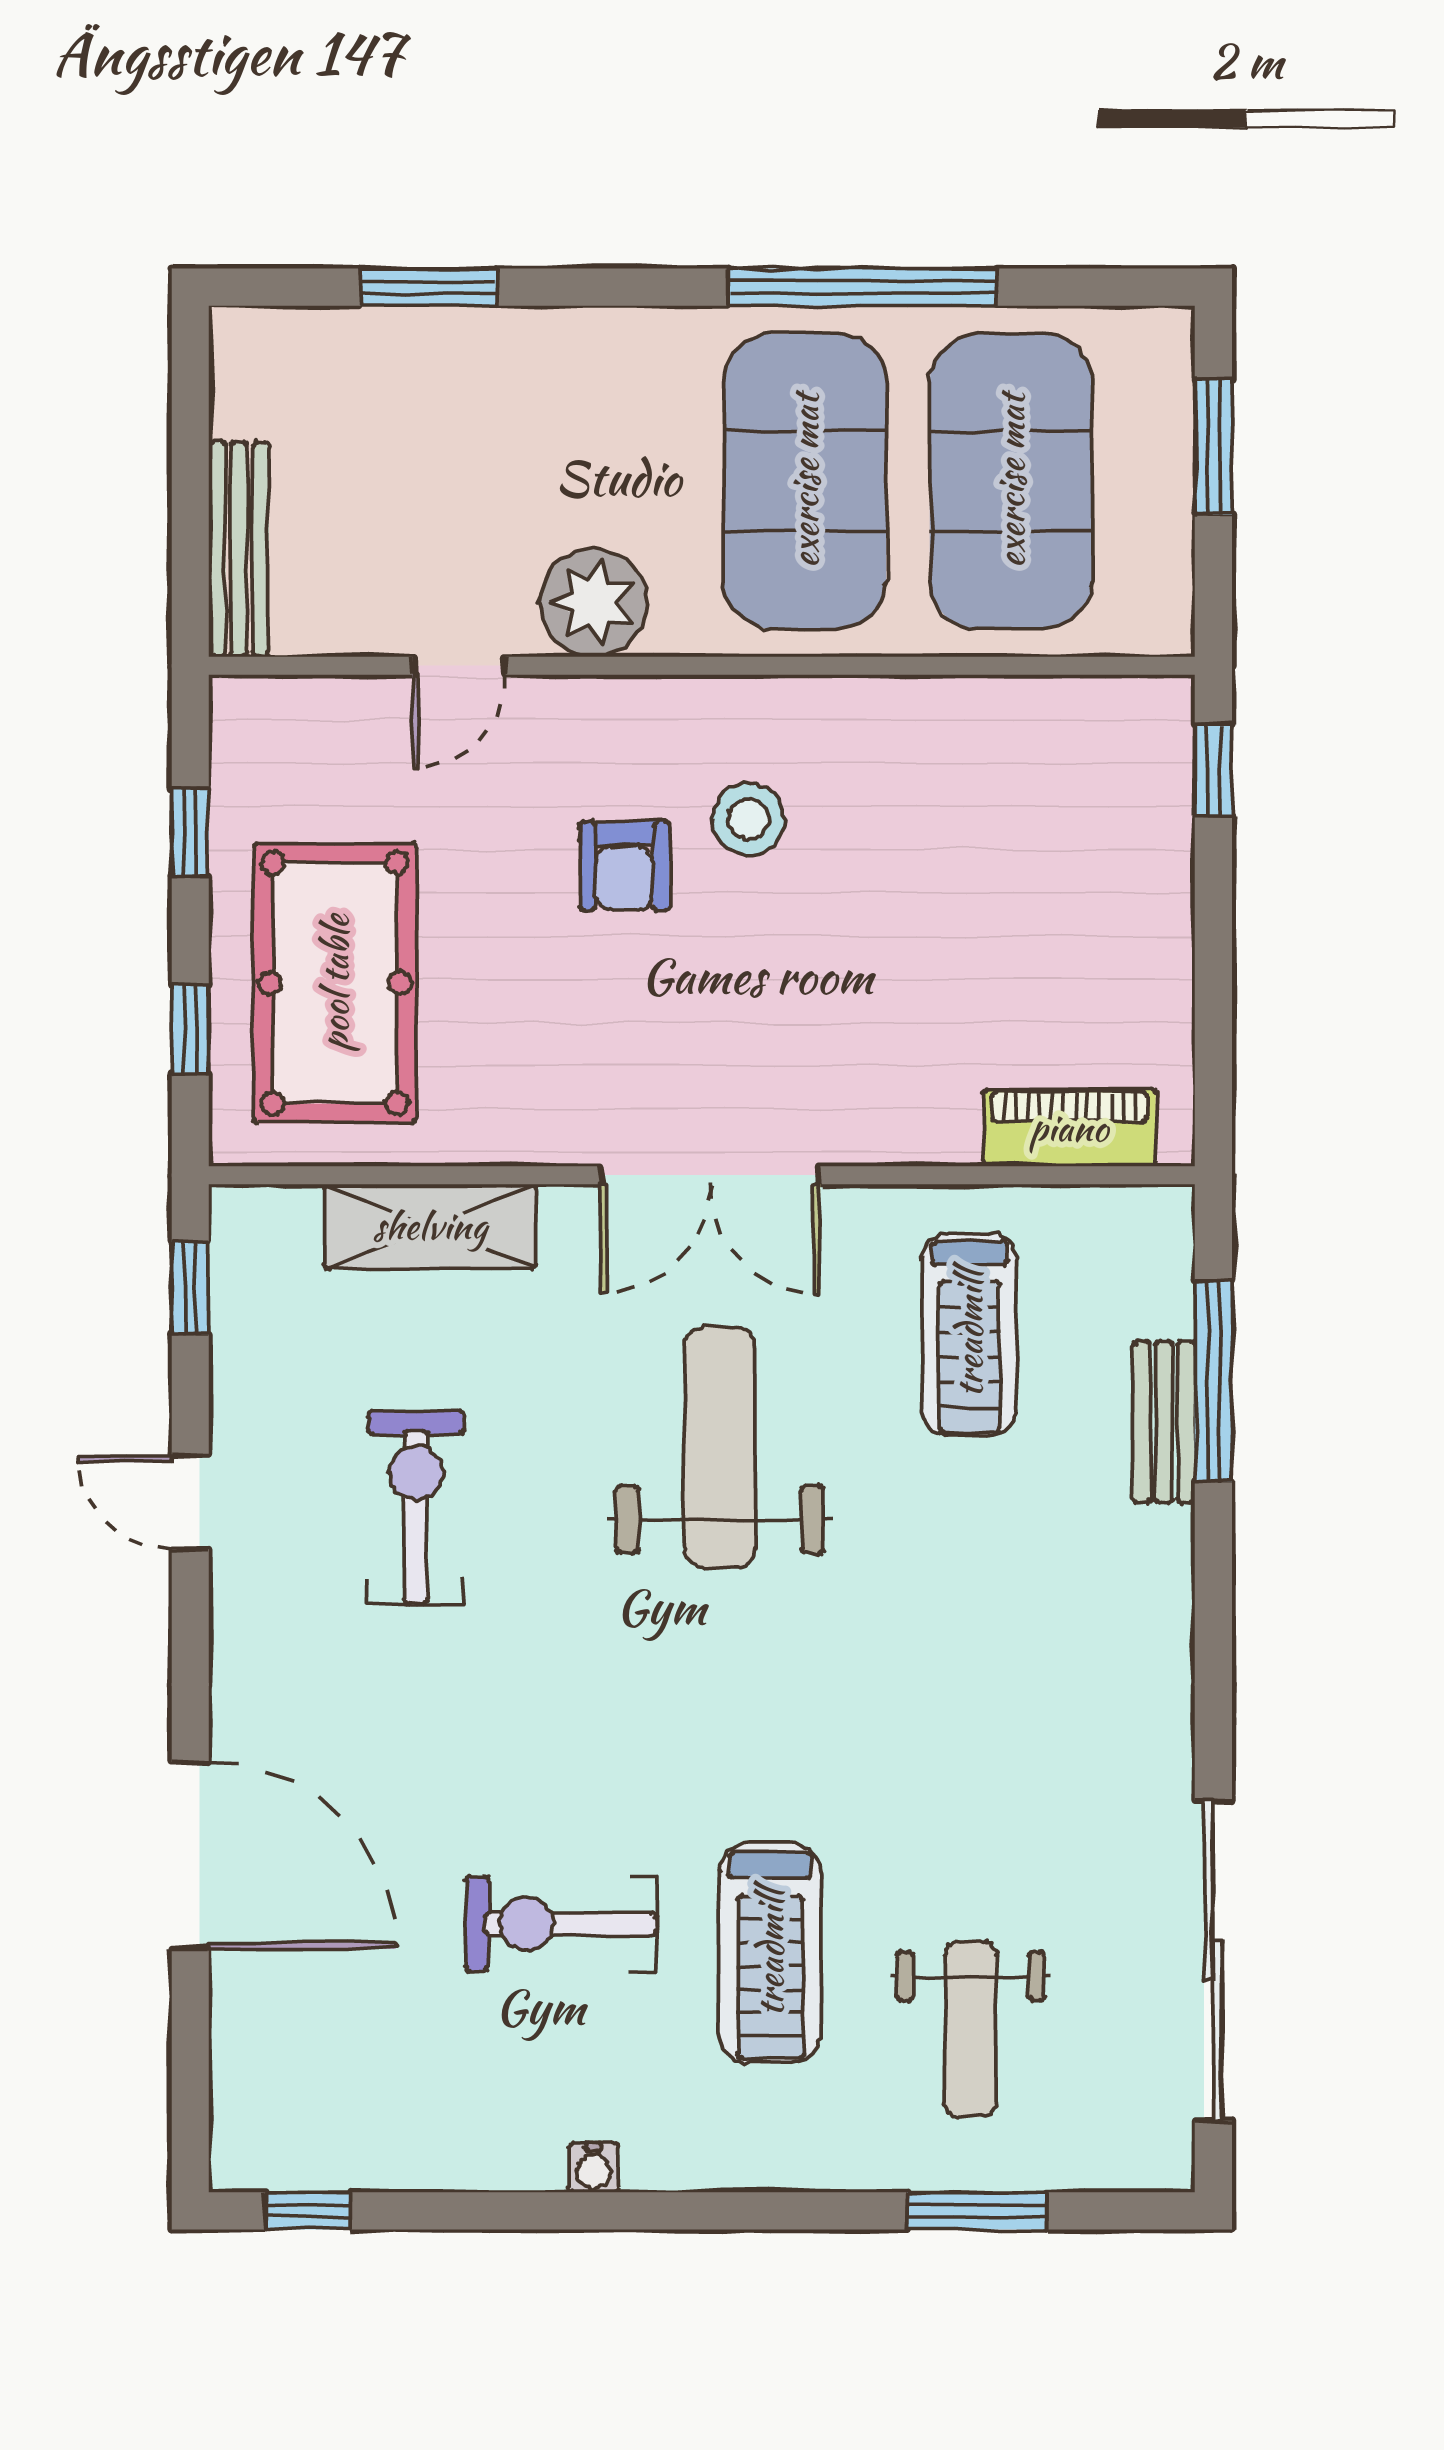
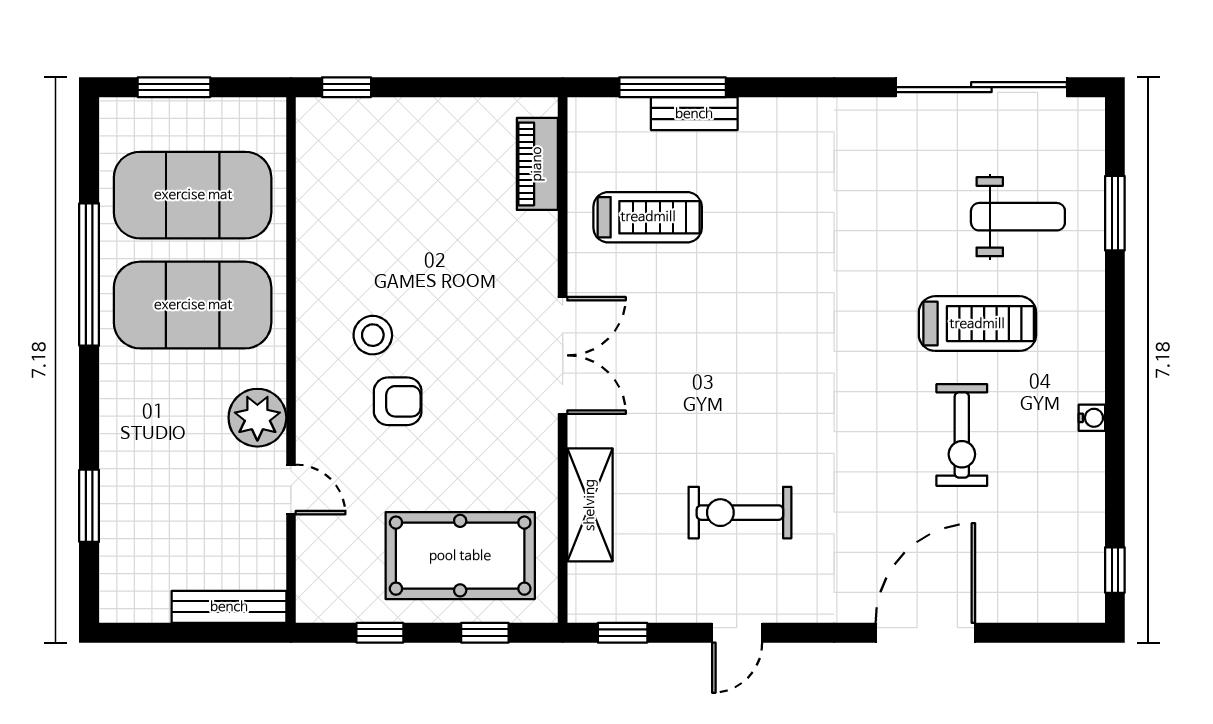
weight bench: (720, 1447) -> (708, 350), removed

